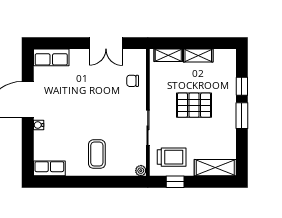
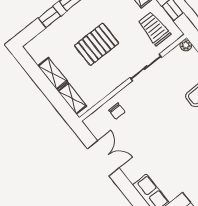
pallet: (194, 105) -> (97, 44), turned 90

